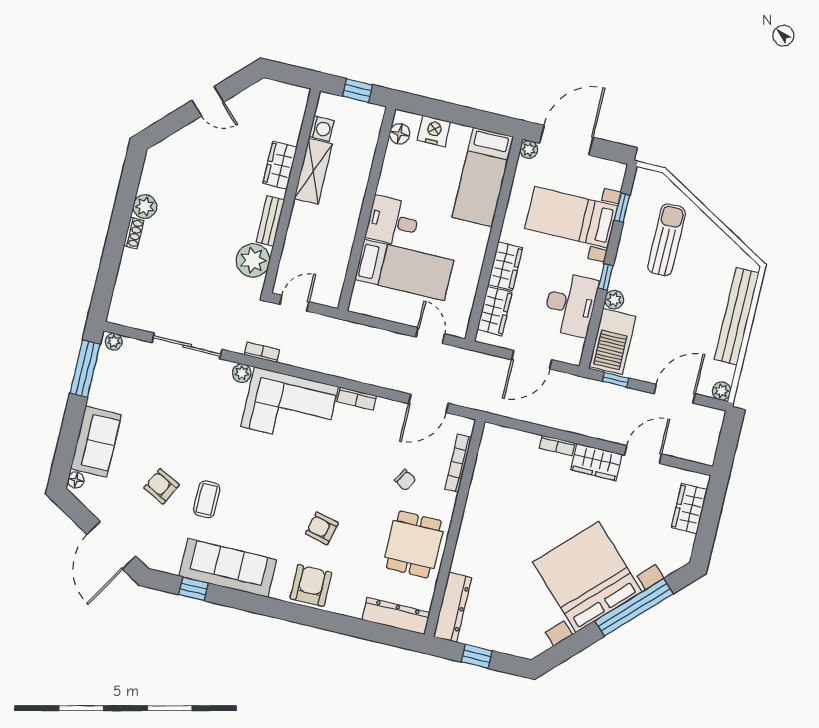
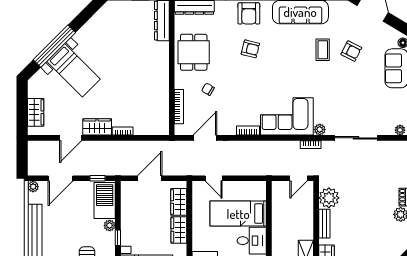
desk: (571, 304) -> (135, 217), removed
bed with nightstands: (587, 577) -> (73, 70), width x0.54

